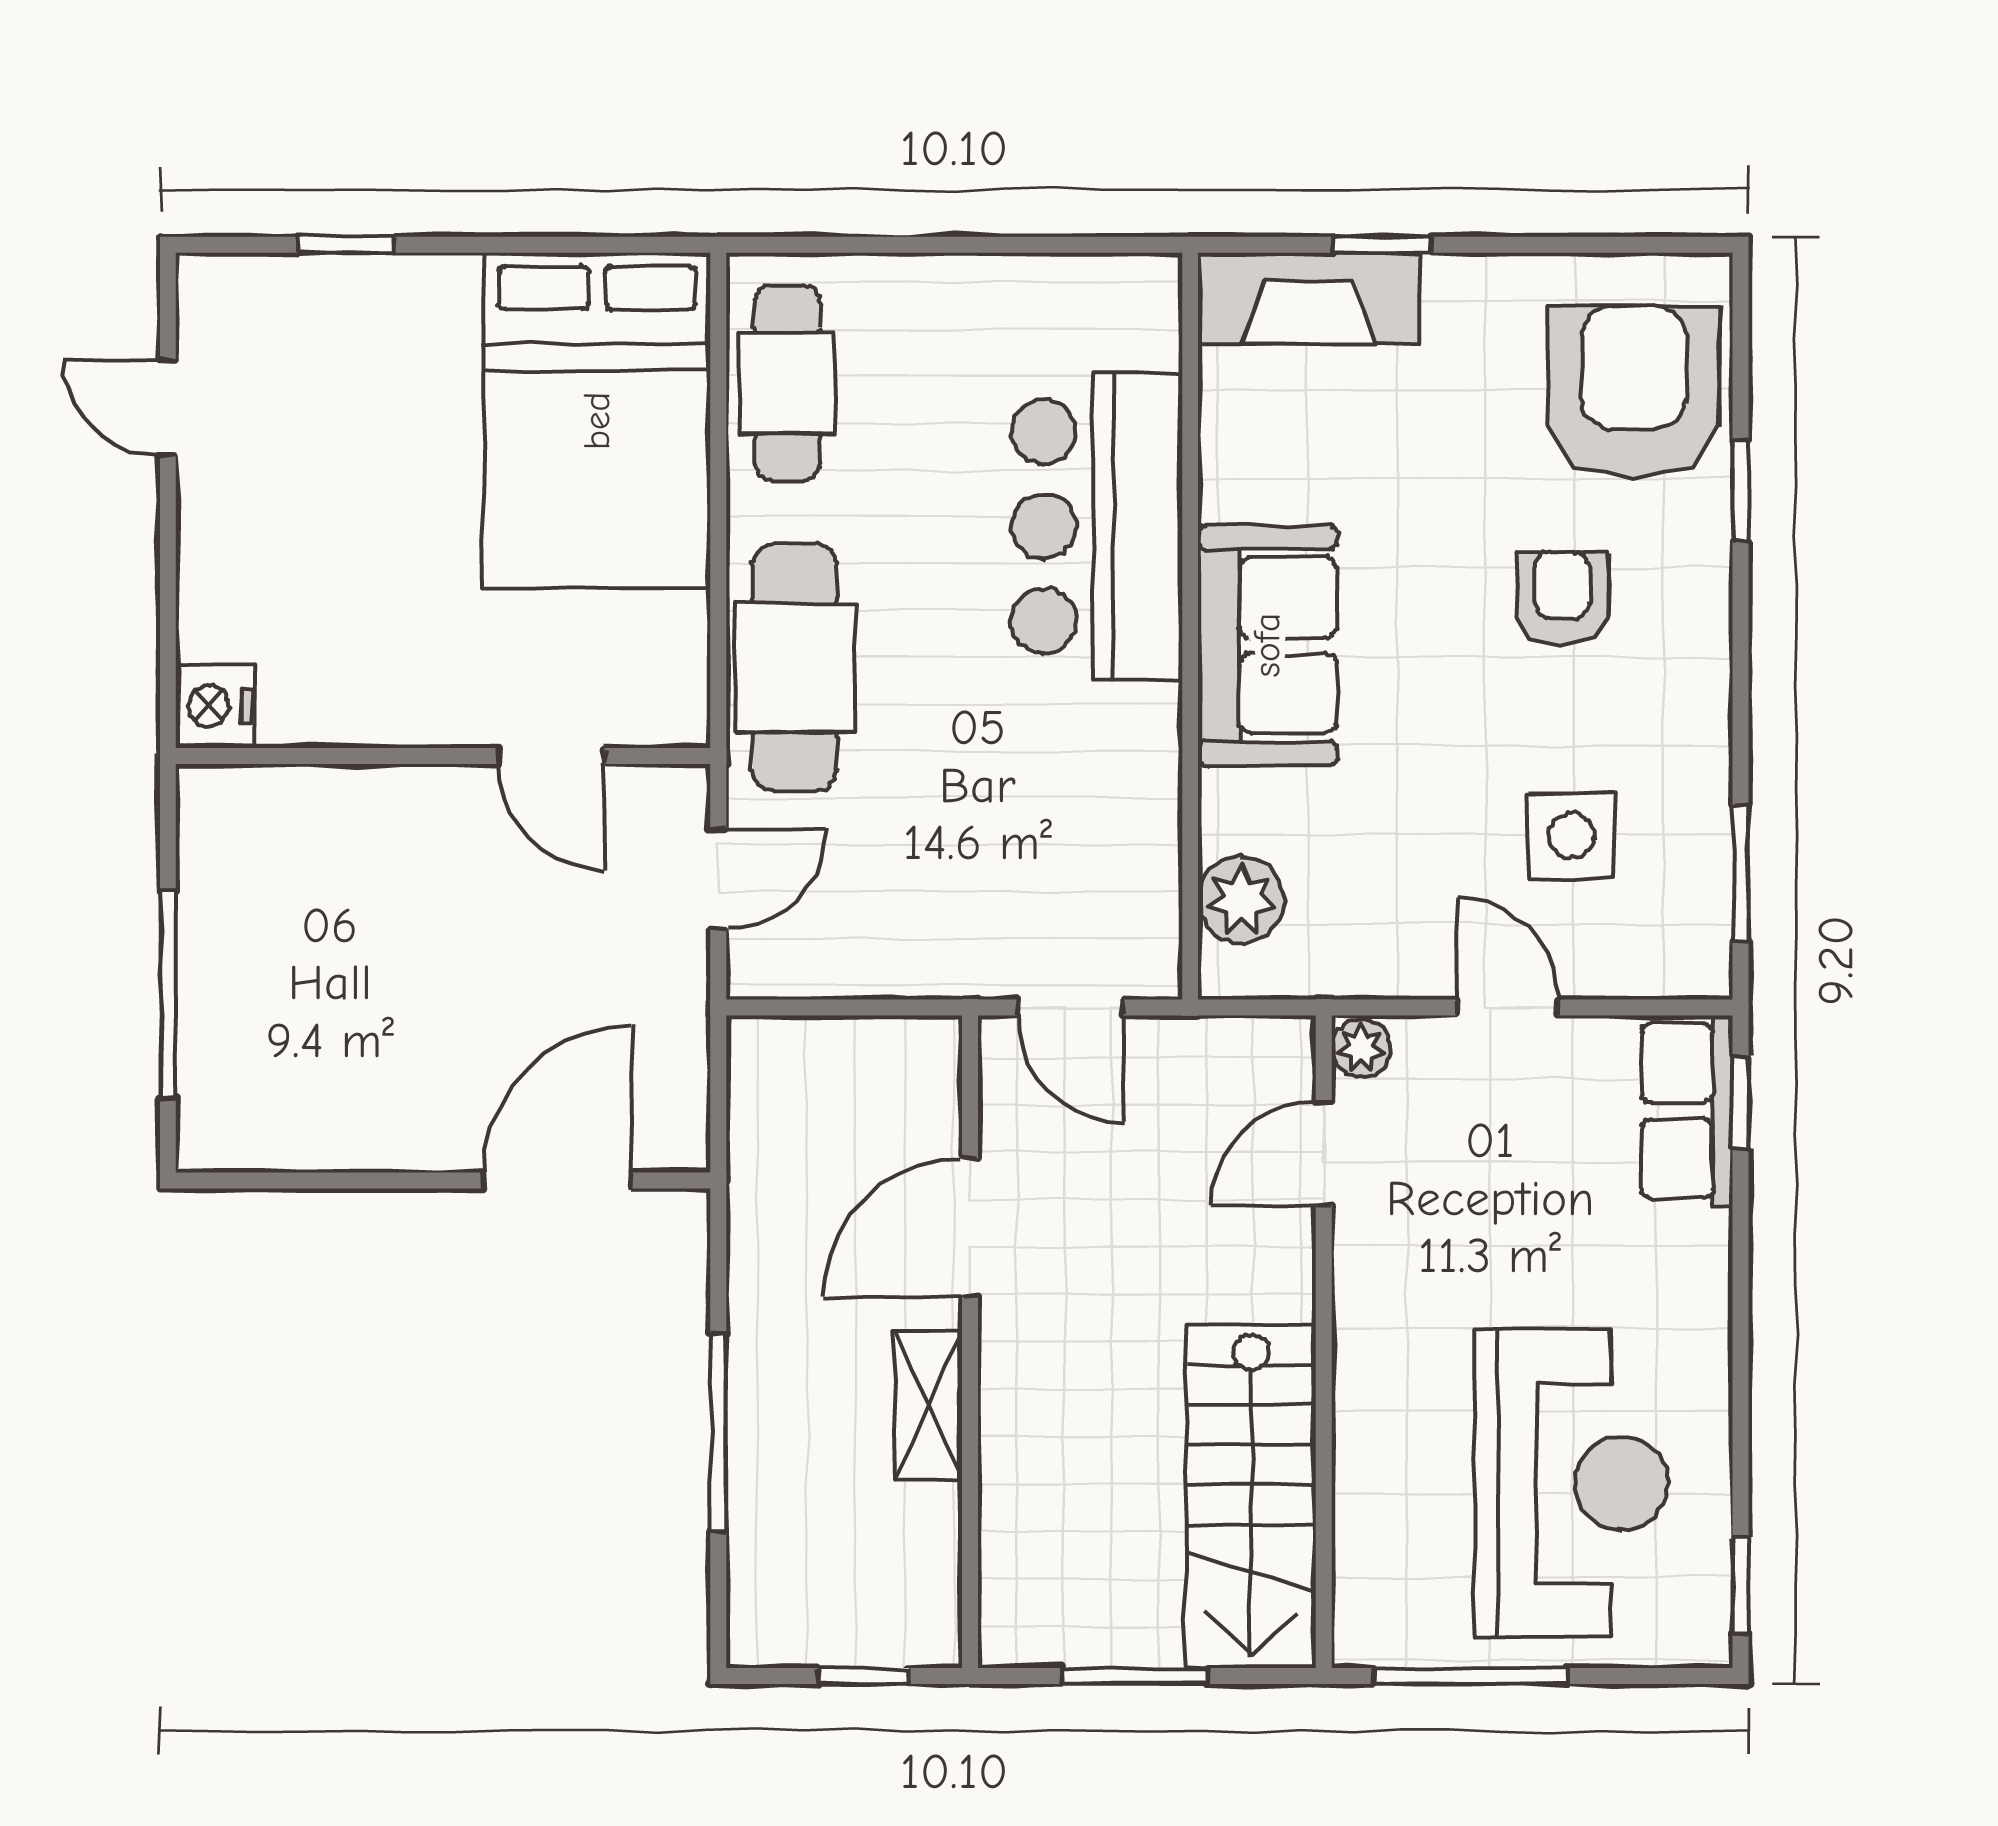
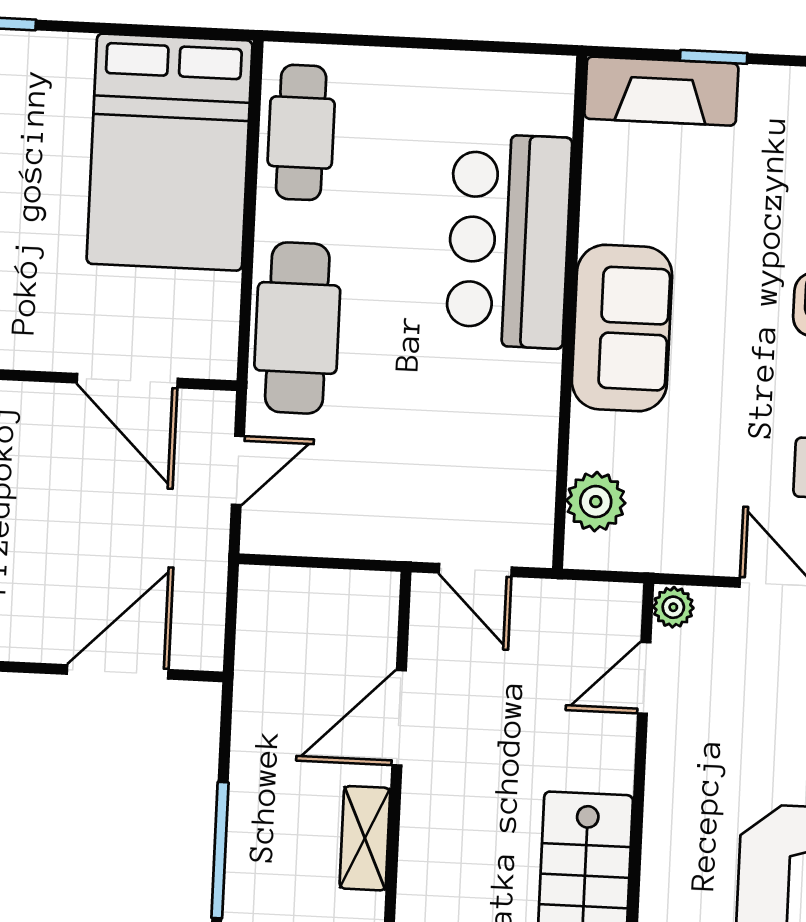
door: (551, 756) -> (127, 381), width x1.38

